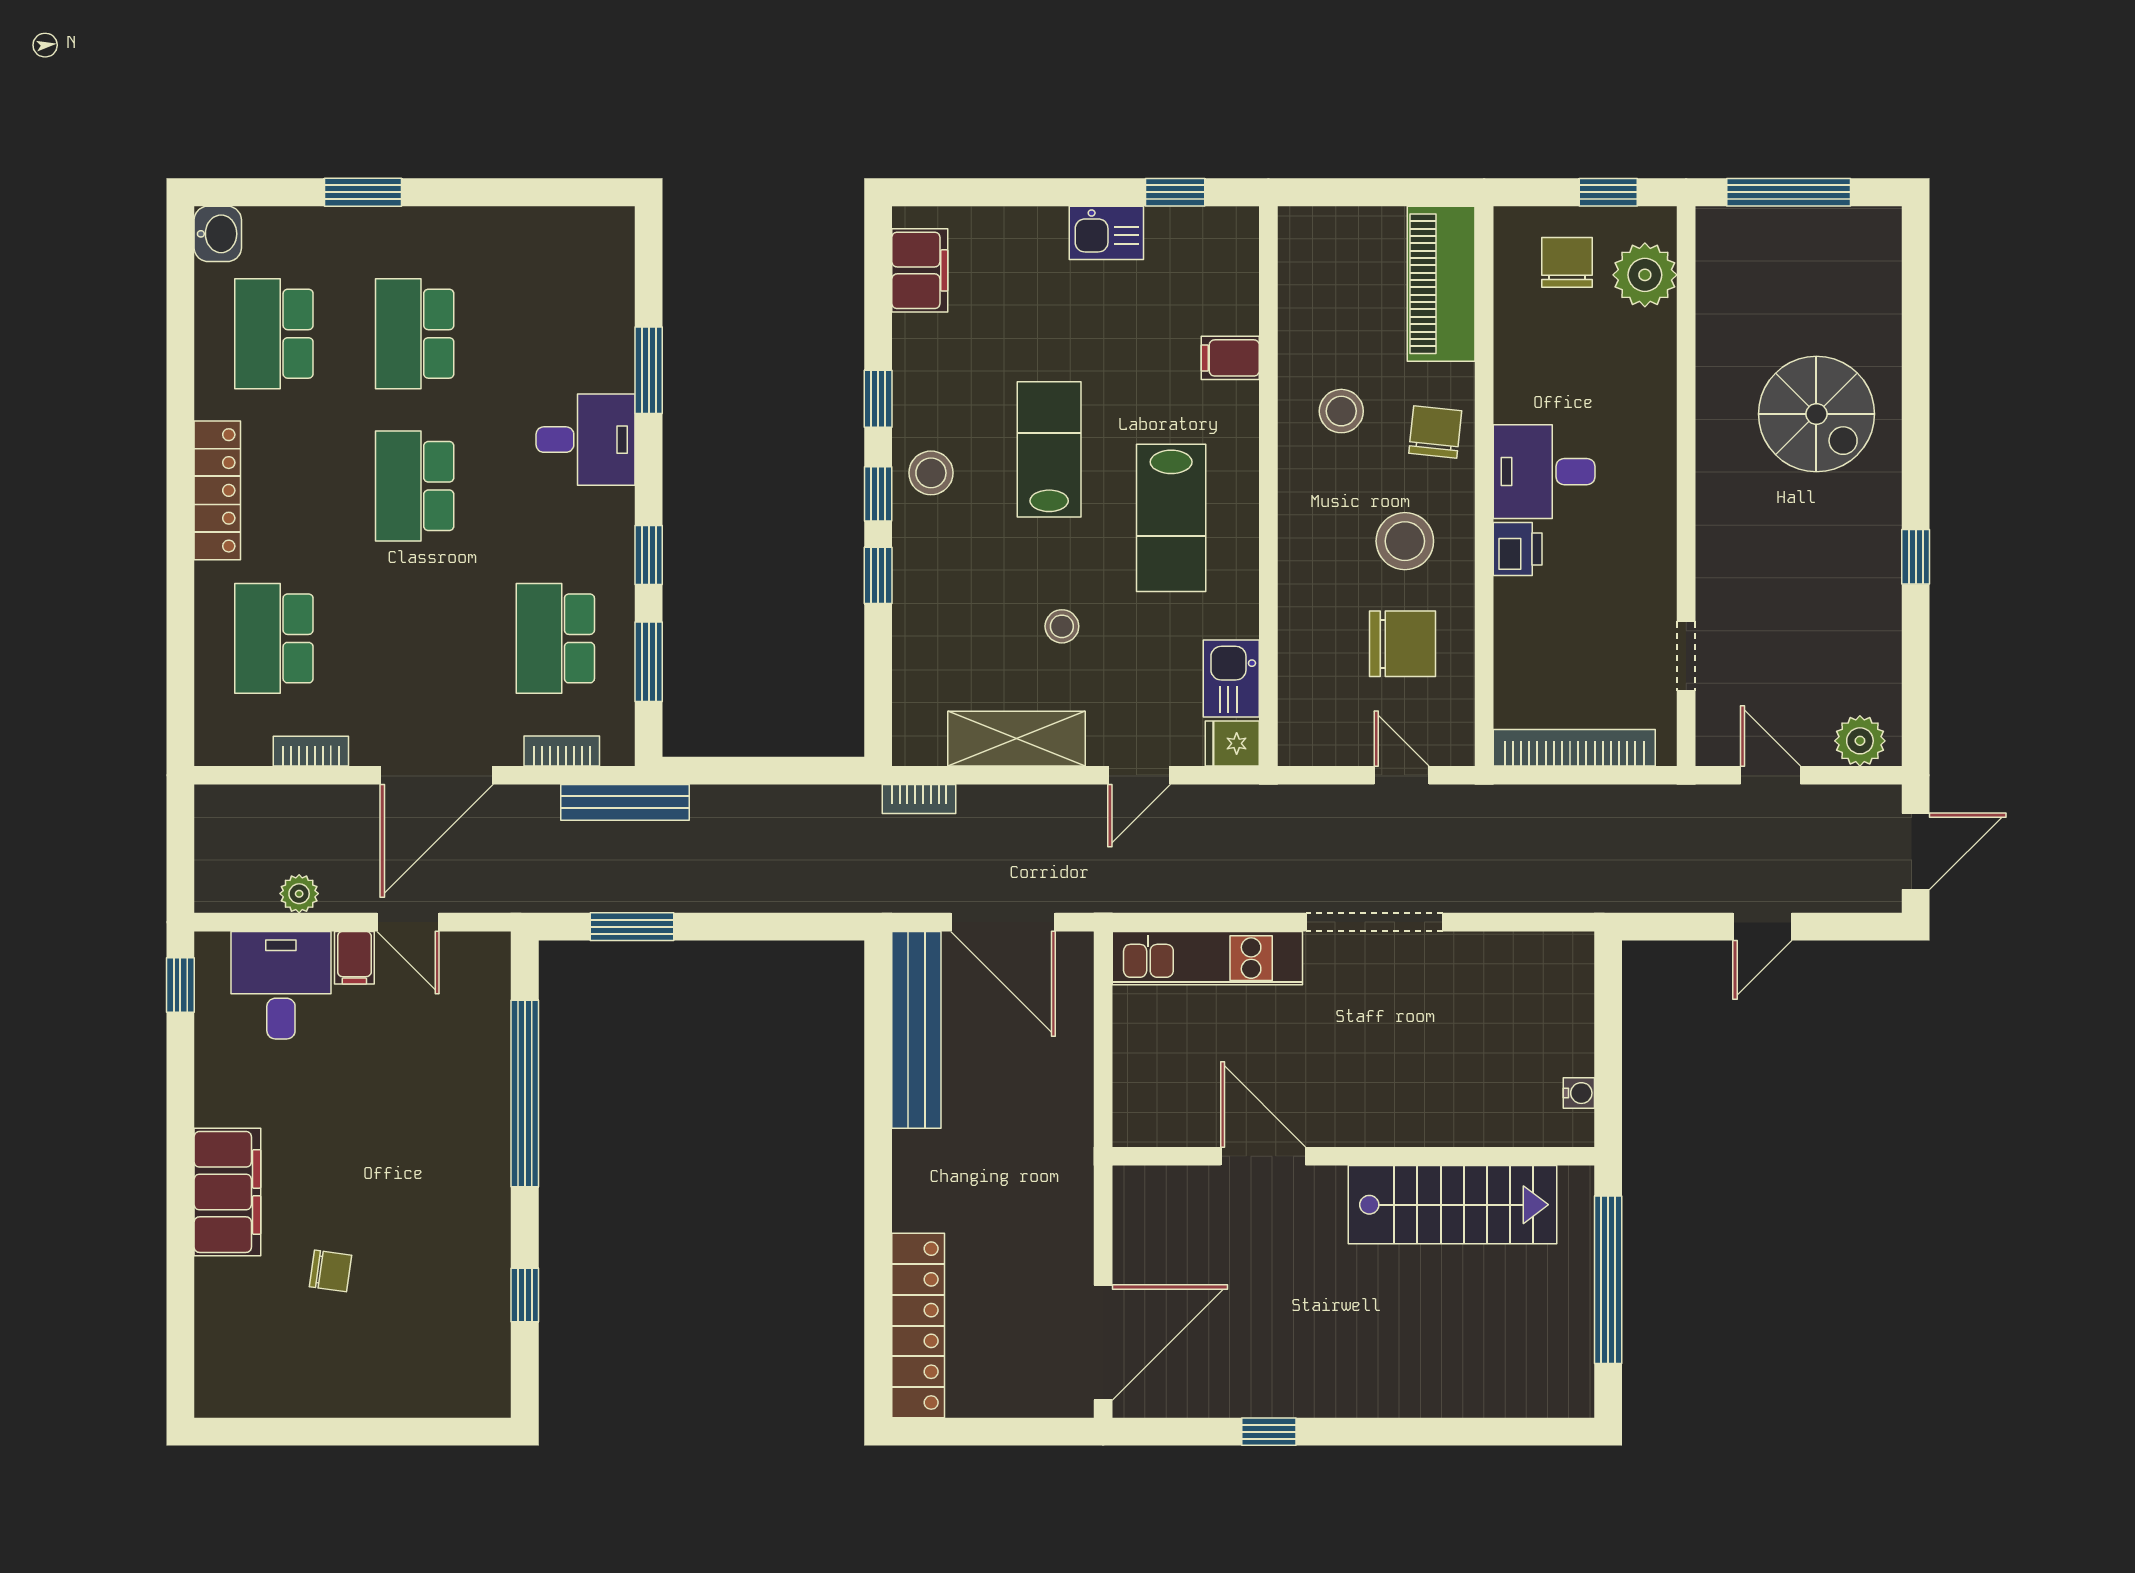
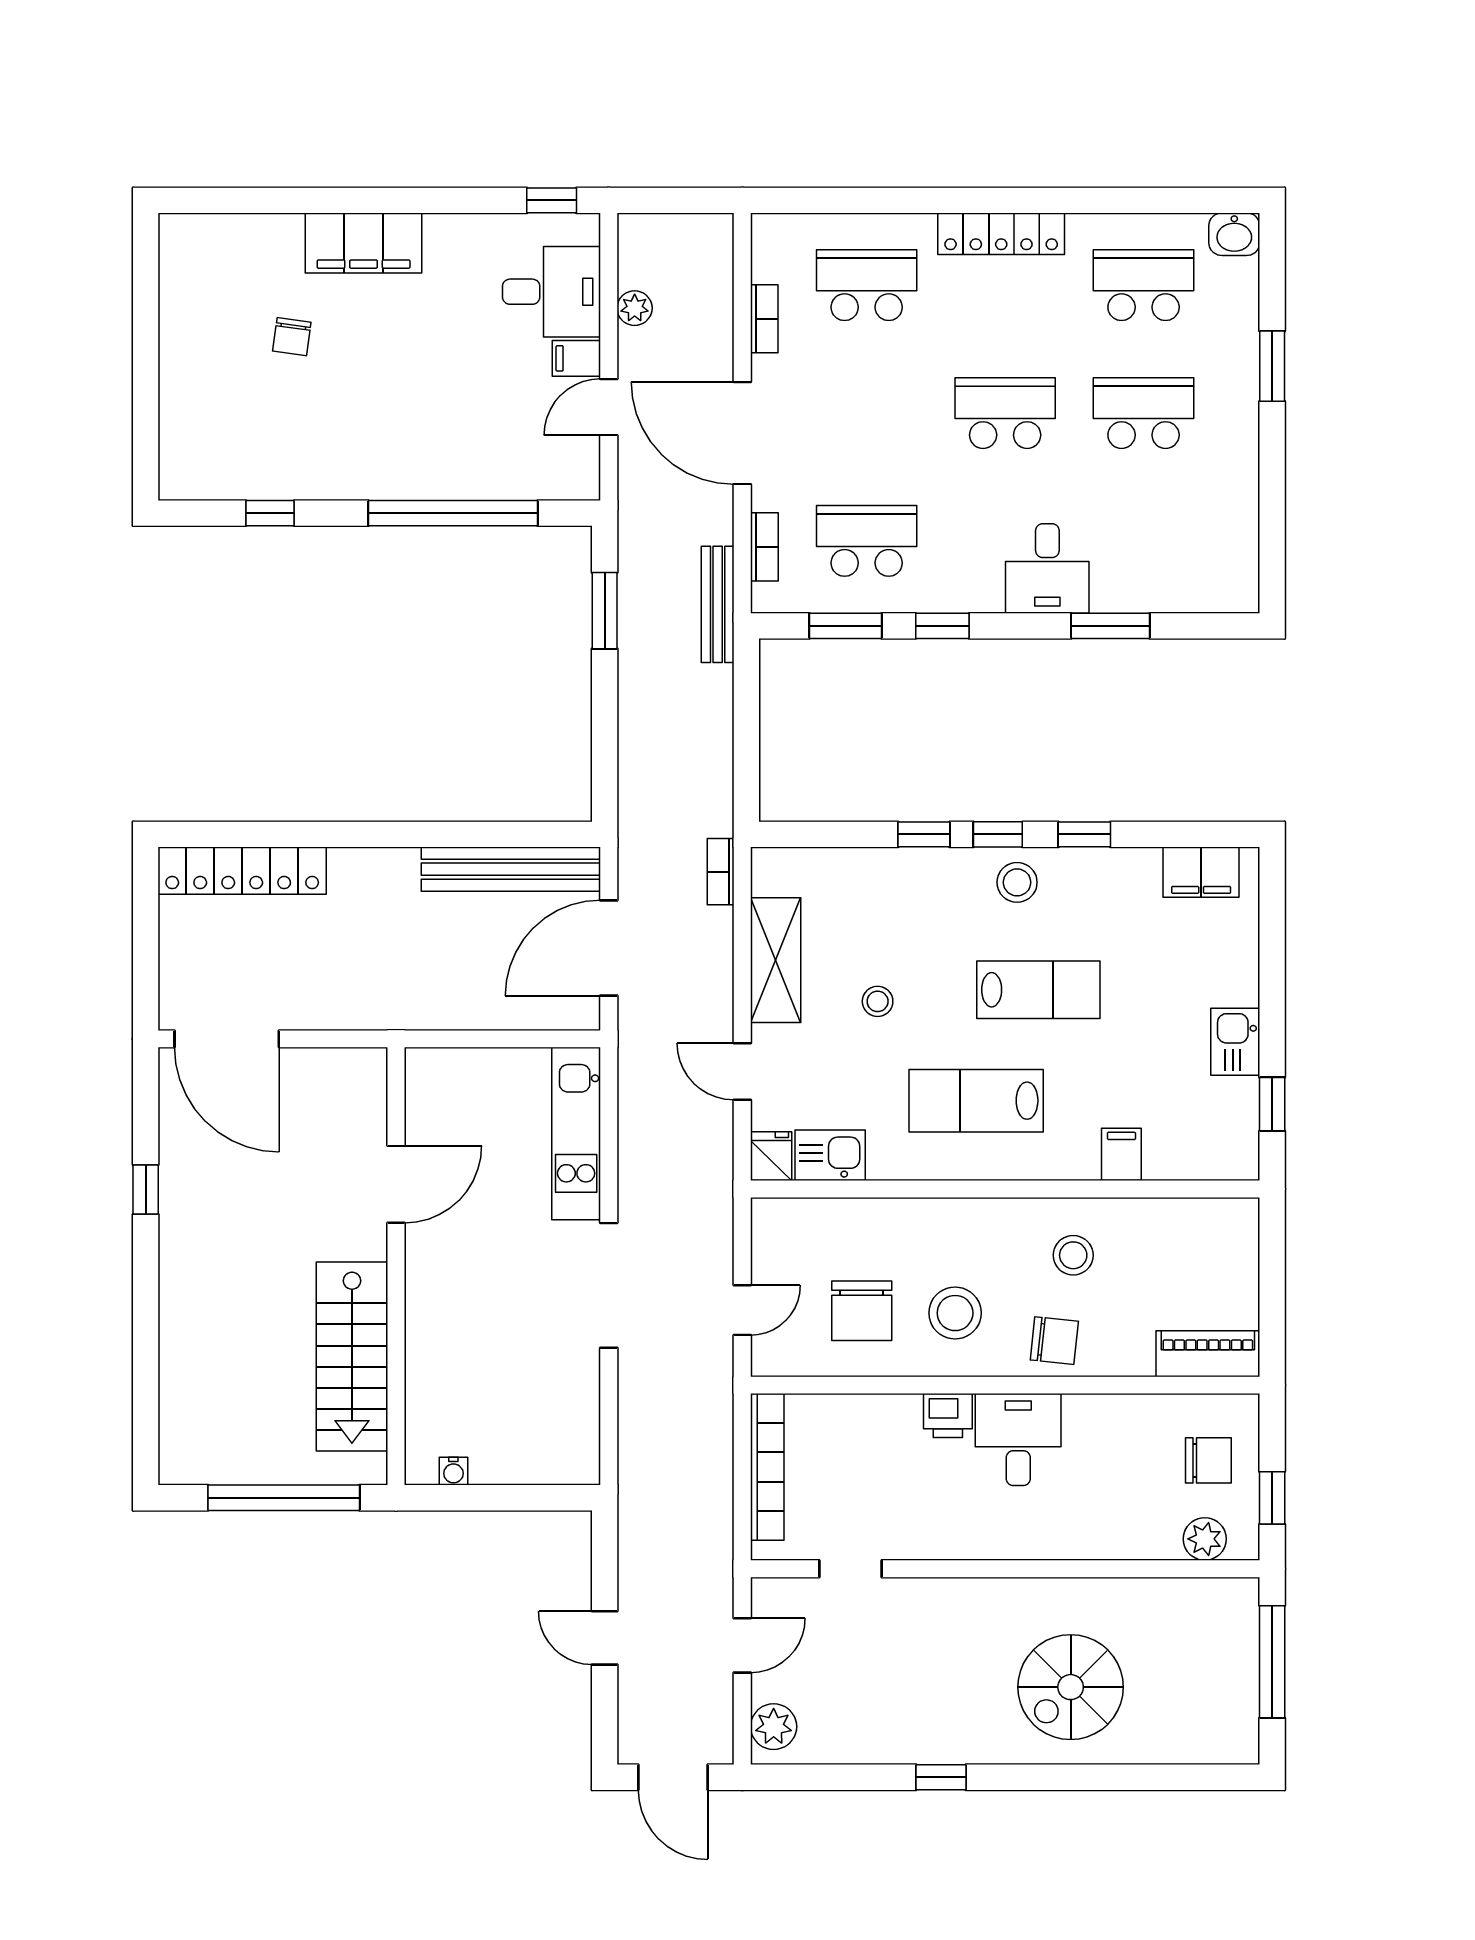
plant: (1645, 275) -> (1205, 1539), width x0.73, depth x0.73
piano: (1441, 284) -> (1208, 1354), width x0.73, depth x0.75

